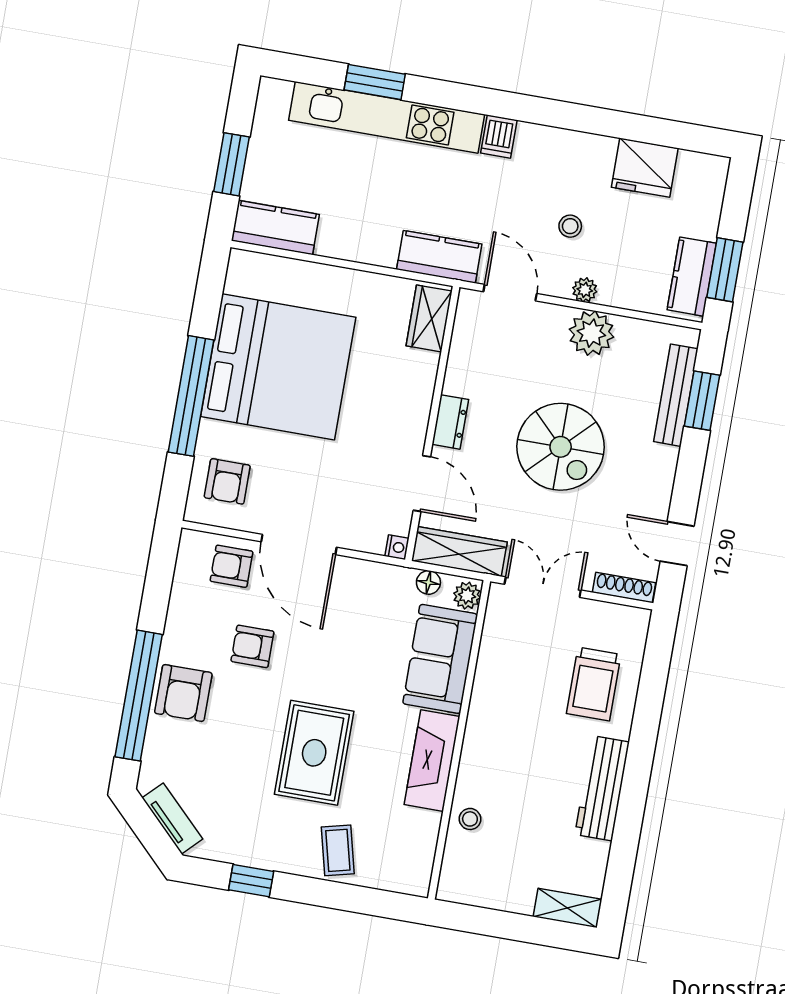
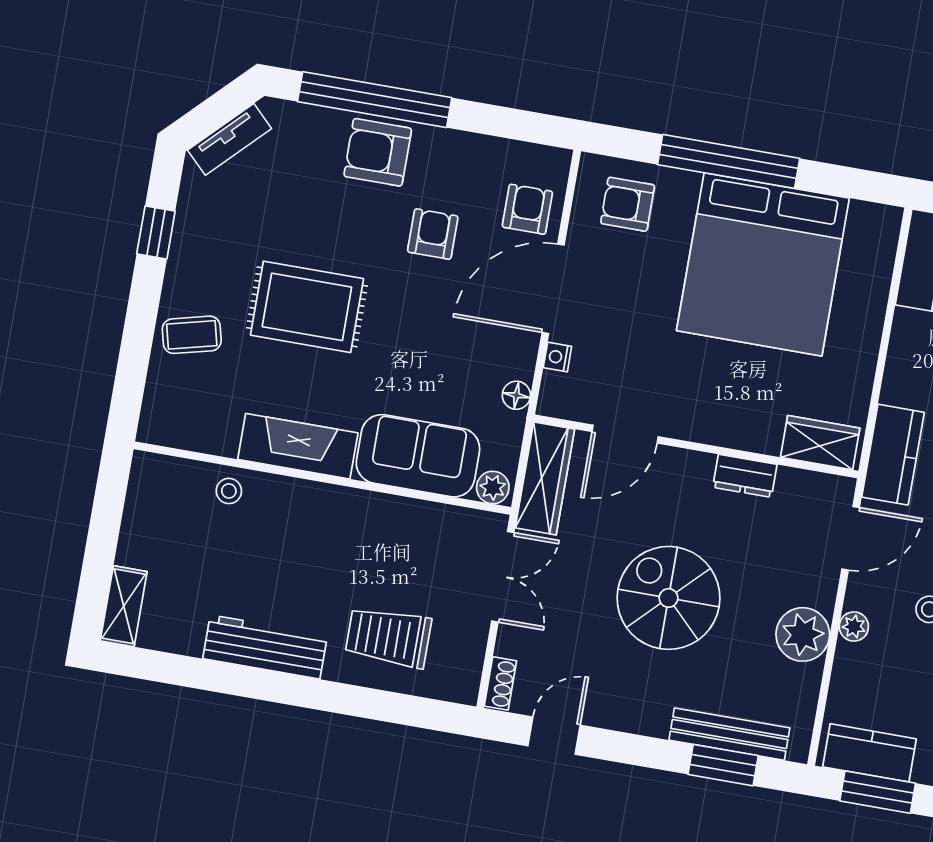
dresser: (450, 422) -> (745, 476), moved
spiral stairs: (561, 447) -> (668, 598), turned 90
nightstand: (397, 547) -> (557, 357), moved, turned 90
floor lamp: (428, 582) -> (516, 395), moved
shoe rack: (624, 588) -> (500, 683), width x0.70

